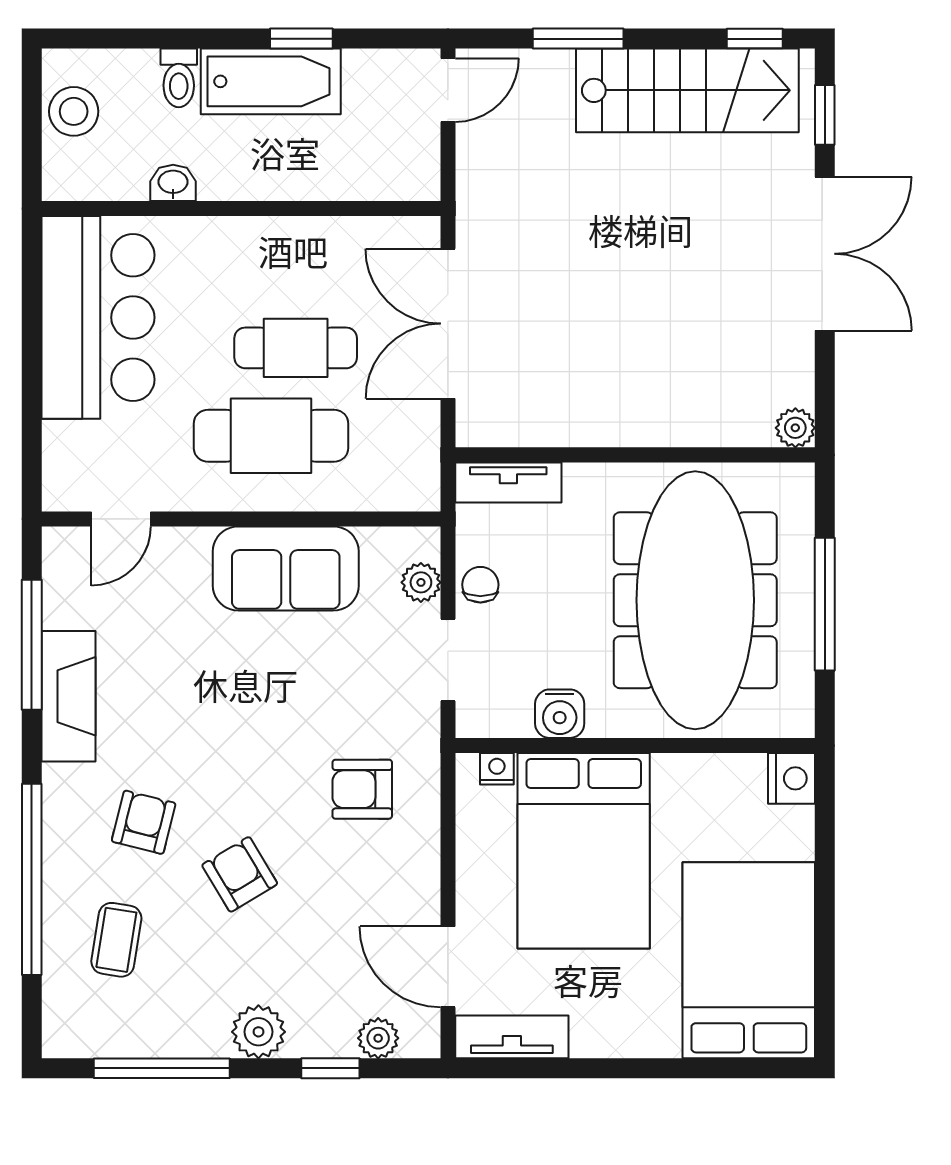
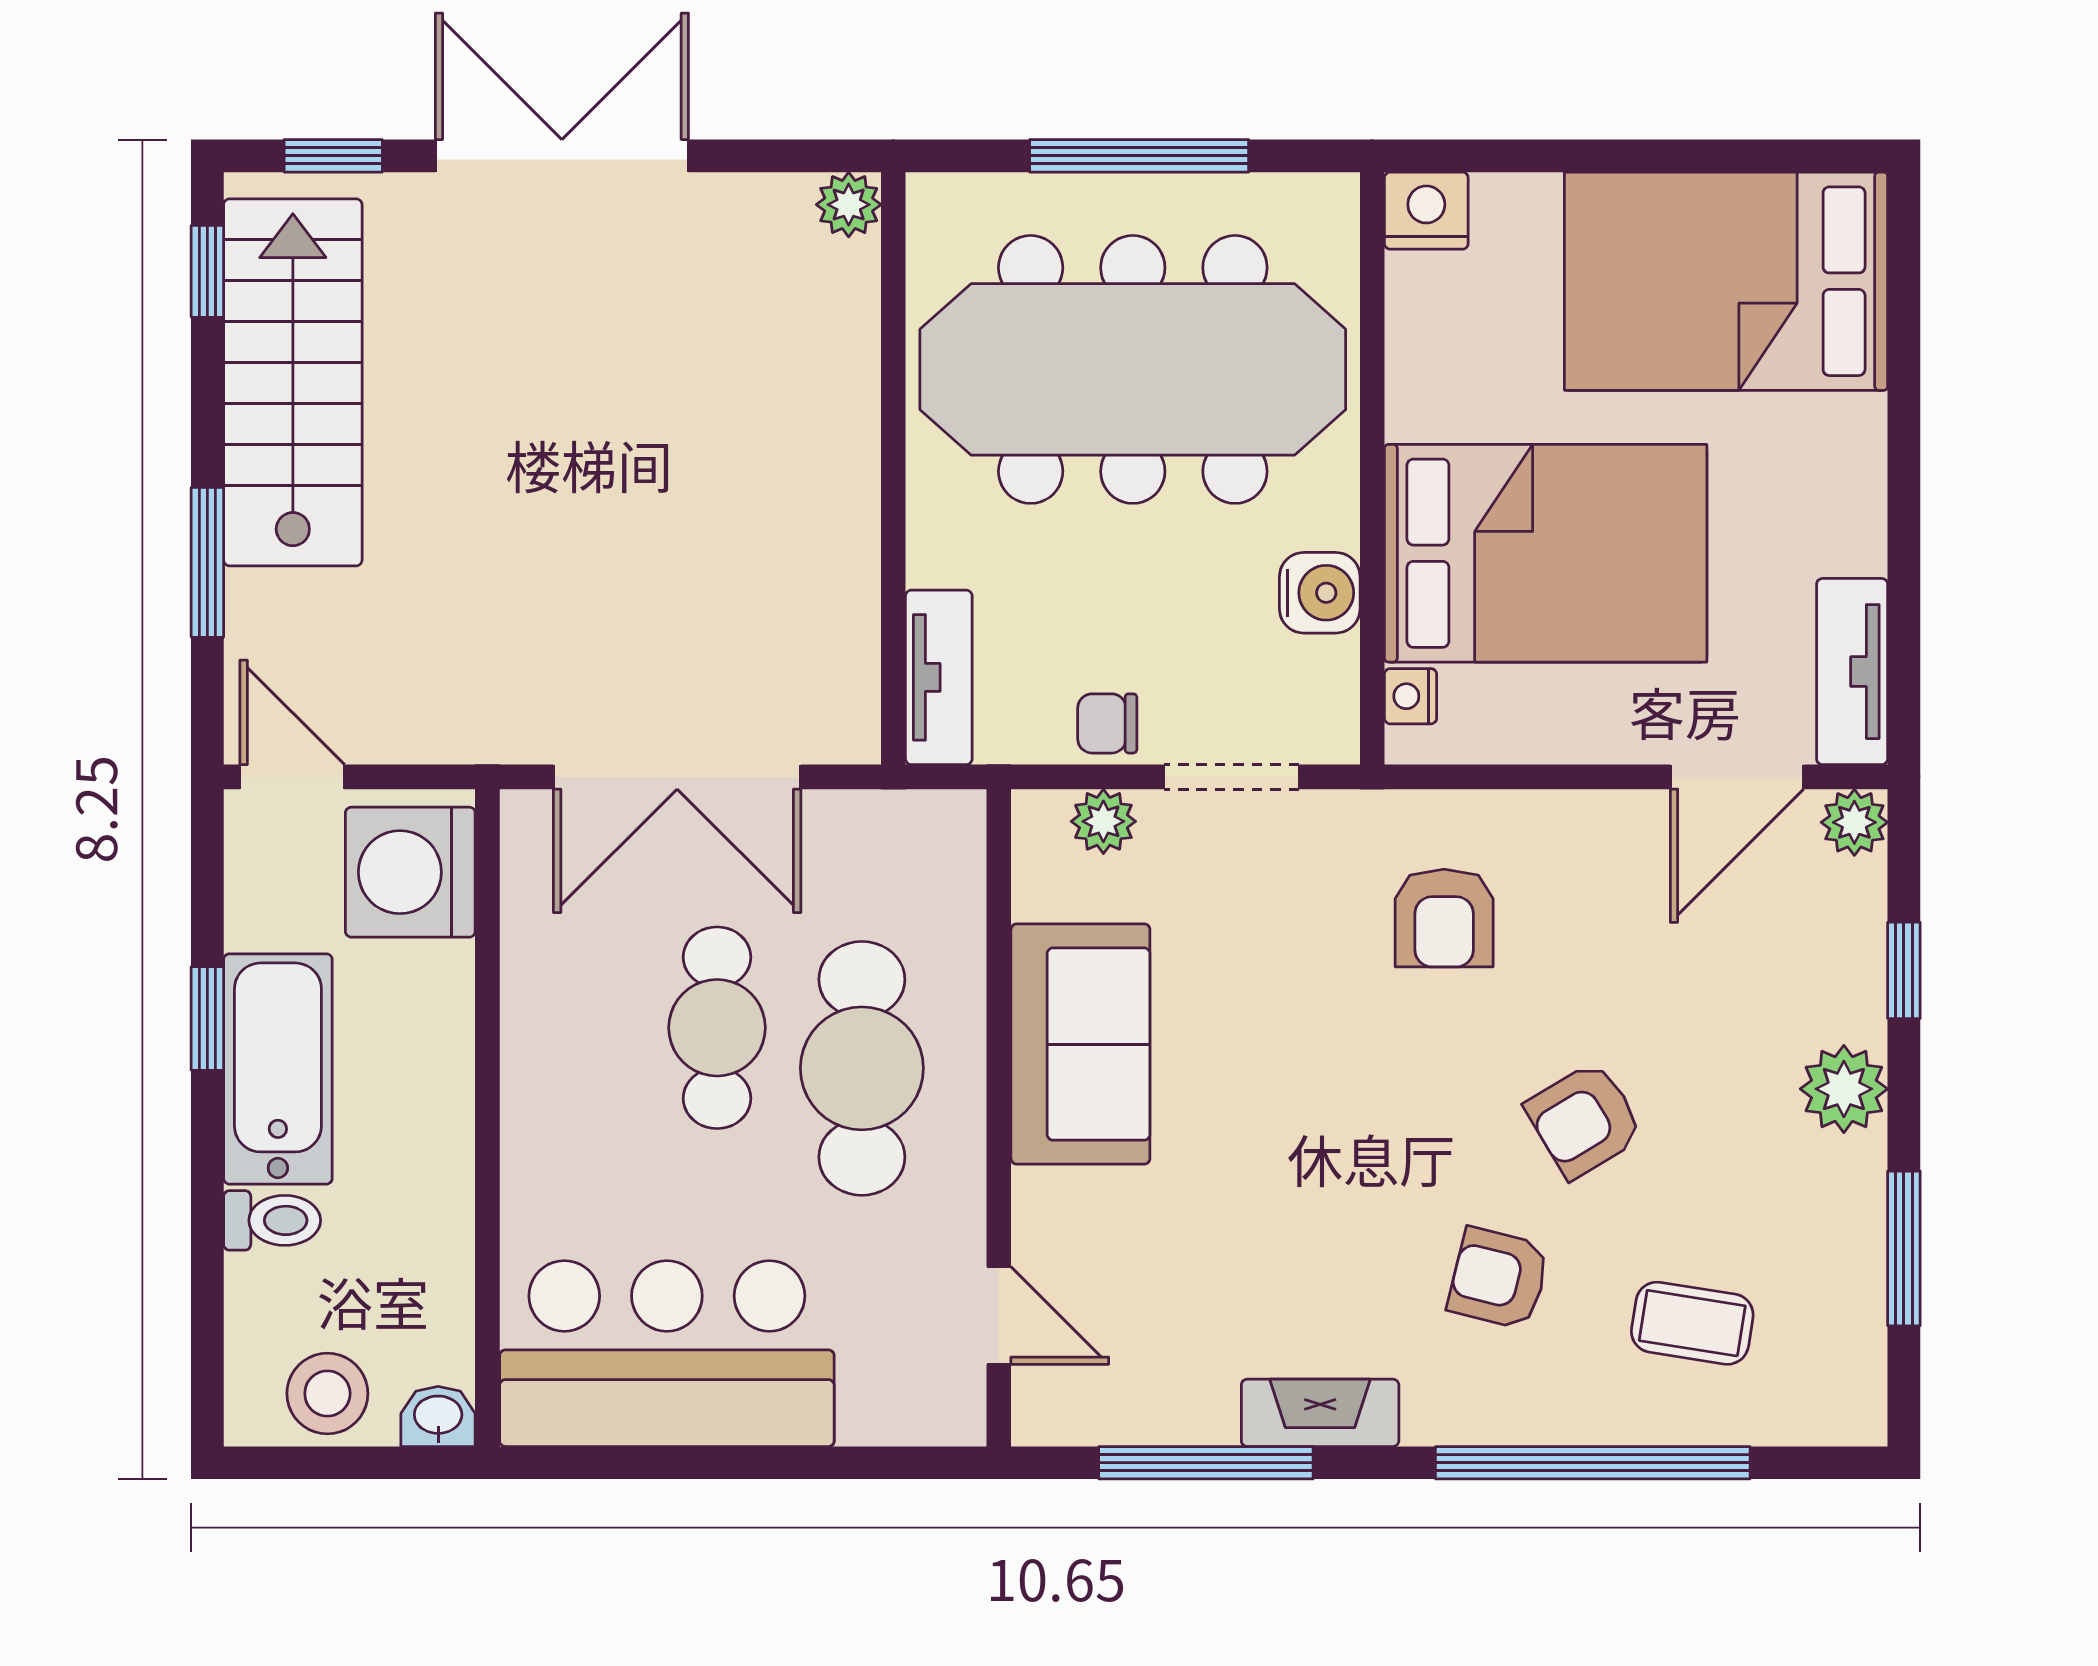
washing machine: (390, 162) -> (410, 872), added
washbasin: (173, 183) -> (438, 1416), moved, turned 90
fireplace: (68, 696) -> (1320, 1413), width x0.73, depth x0.76
plant: (378, 1038) -> (1854, 822), moved
window: (162, 1068) -> (1904, 1248), width x0.69

